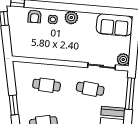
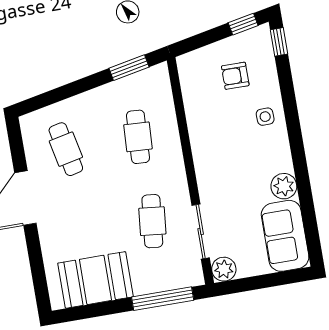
armchair: (35, 16) -> (235, 76), moved
plant: (71, 18) -> (284, 186), moved
window: (14, 105) -> (129, 68), moved

